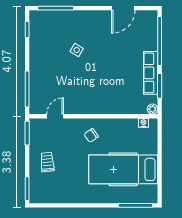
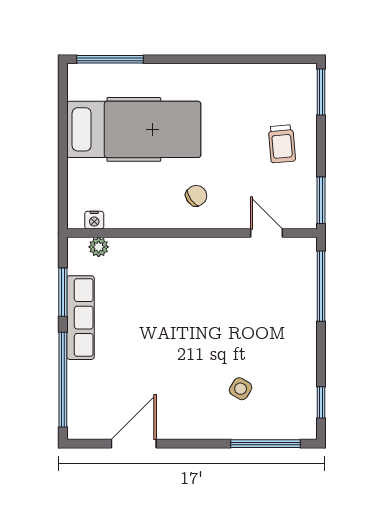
side table: (77, 50) -> (241, 389), moved
plant: (152, 109) -> (99, 247), moved
door: (55, 116) -> (266, 233), swing flipped

